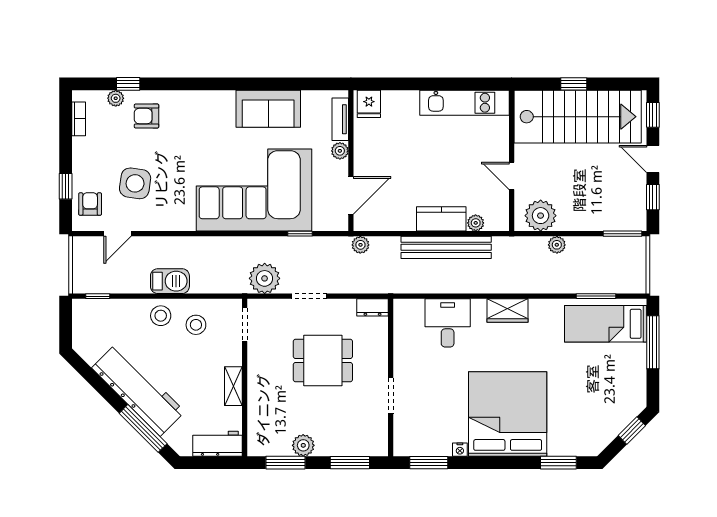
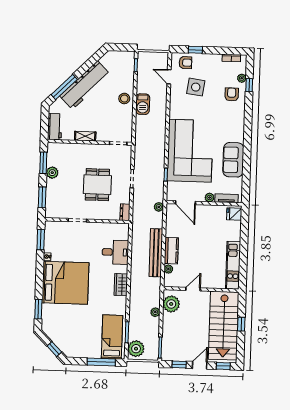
plant: (265, 278) -> (136, 349), moved
stool: (196, 325) -> (119, 117), removed

